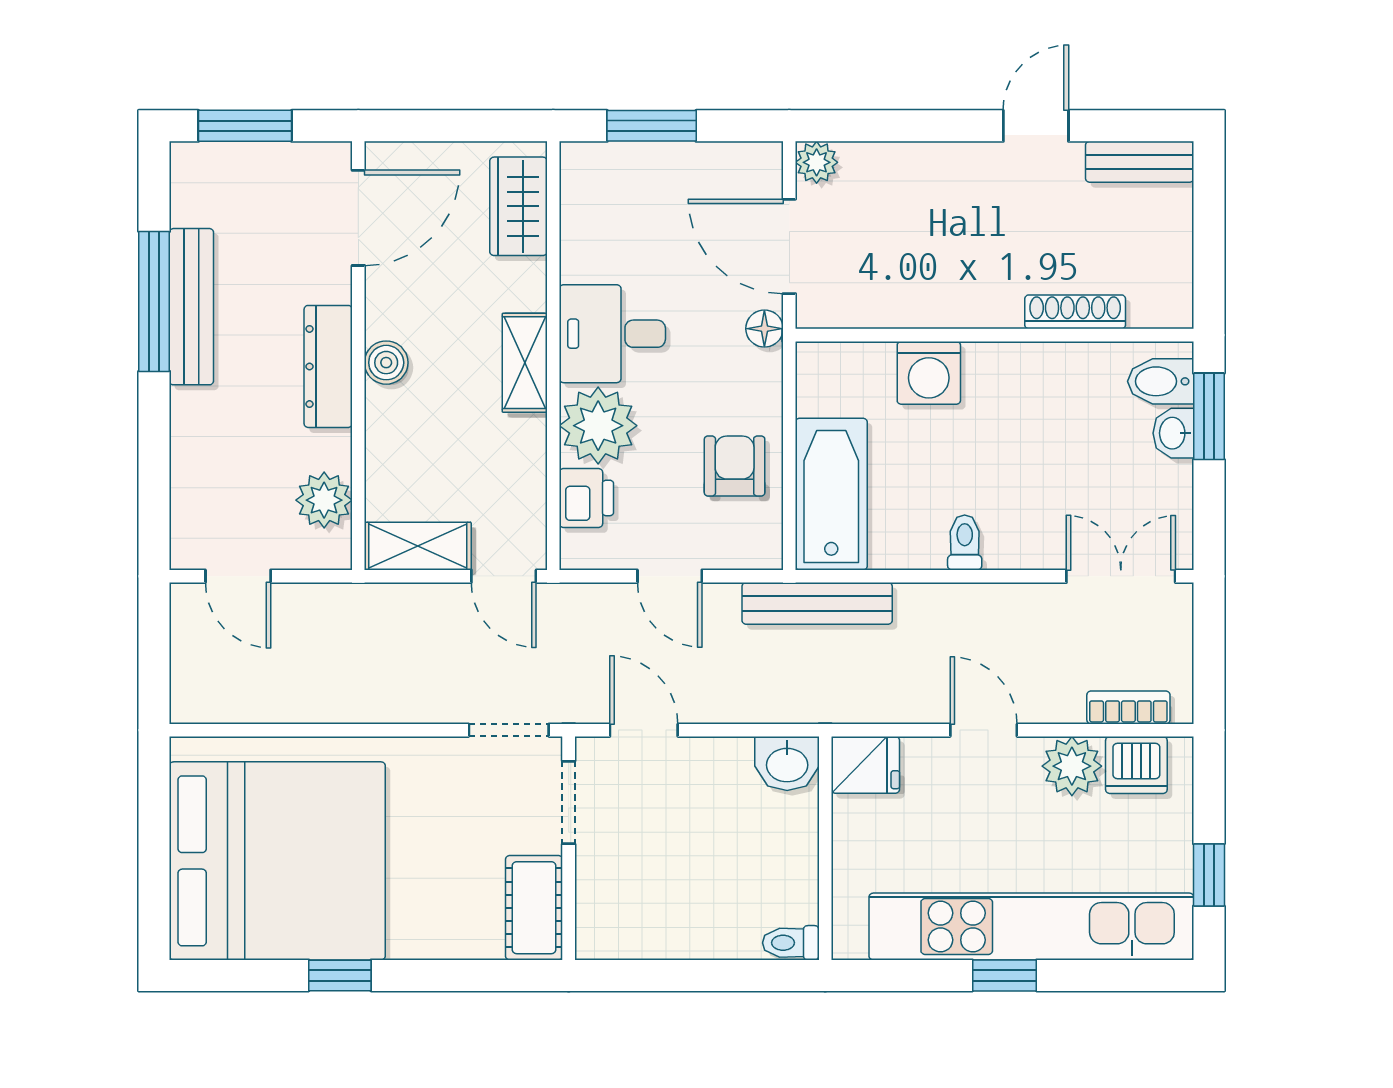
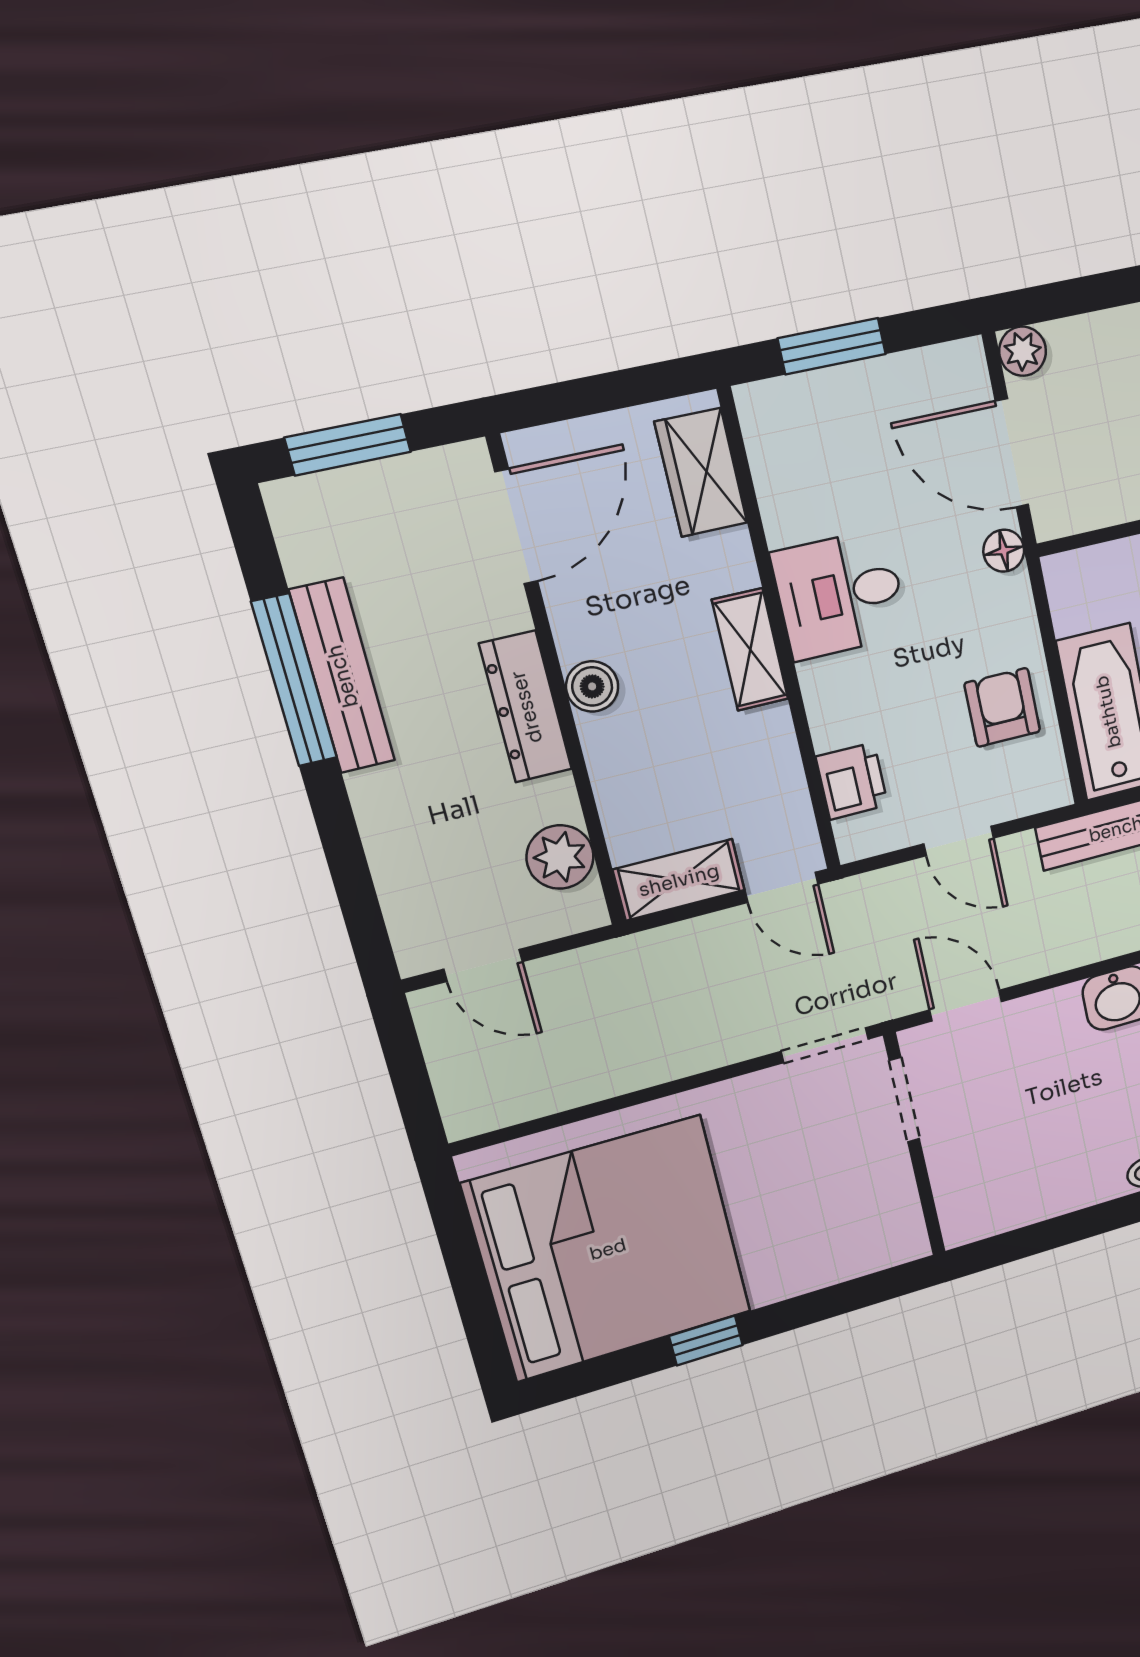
plant: (598, 426) -> (847, 700), removed
cot: (534, 908) -> (892, 1213), removed

